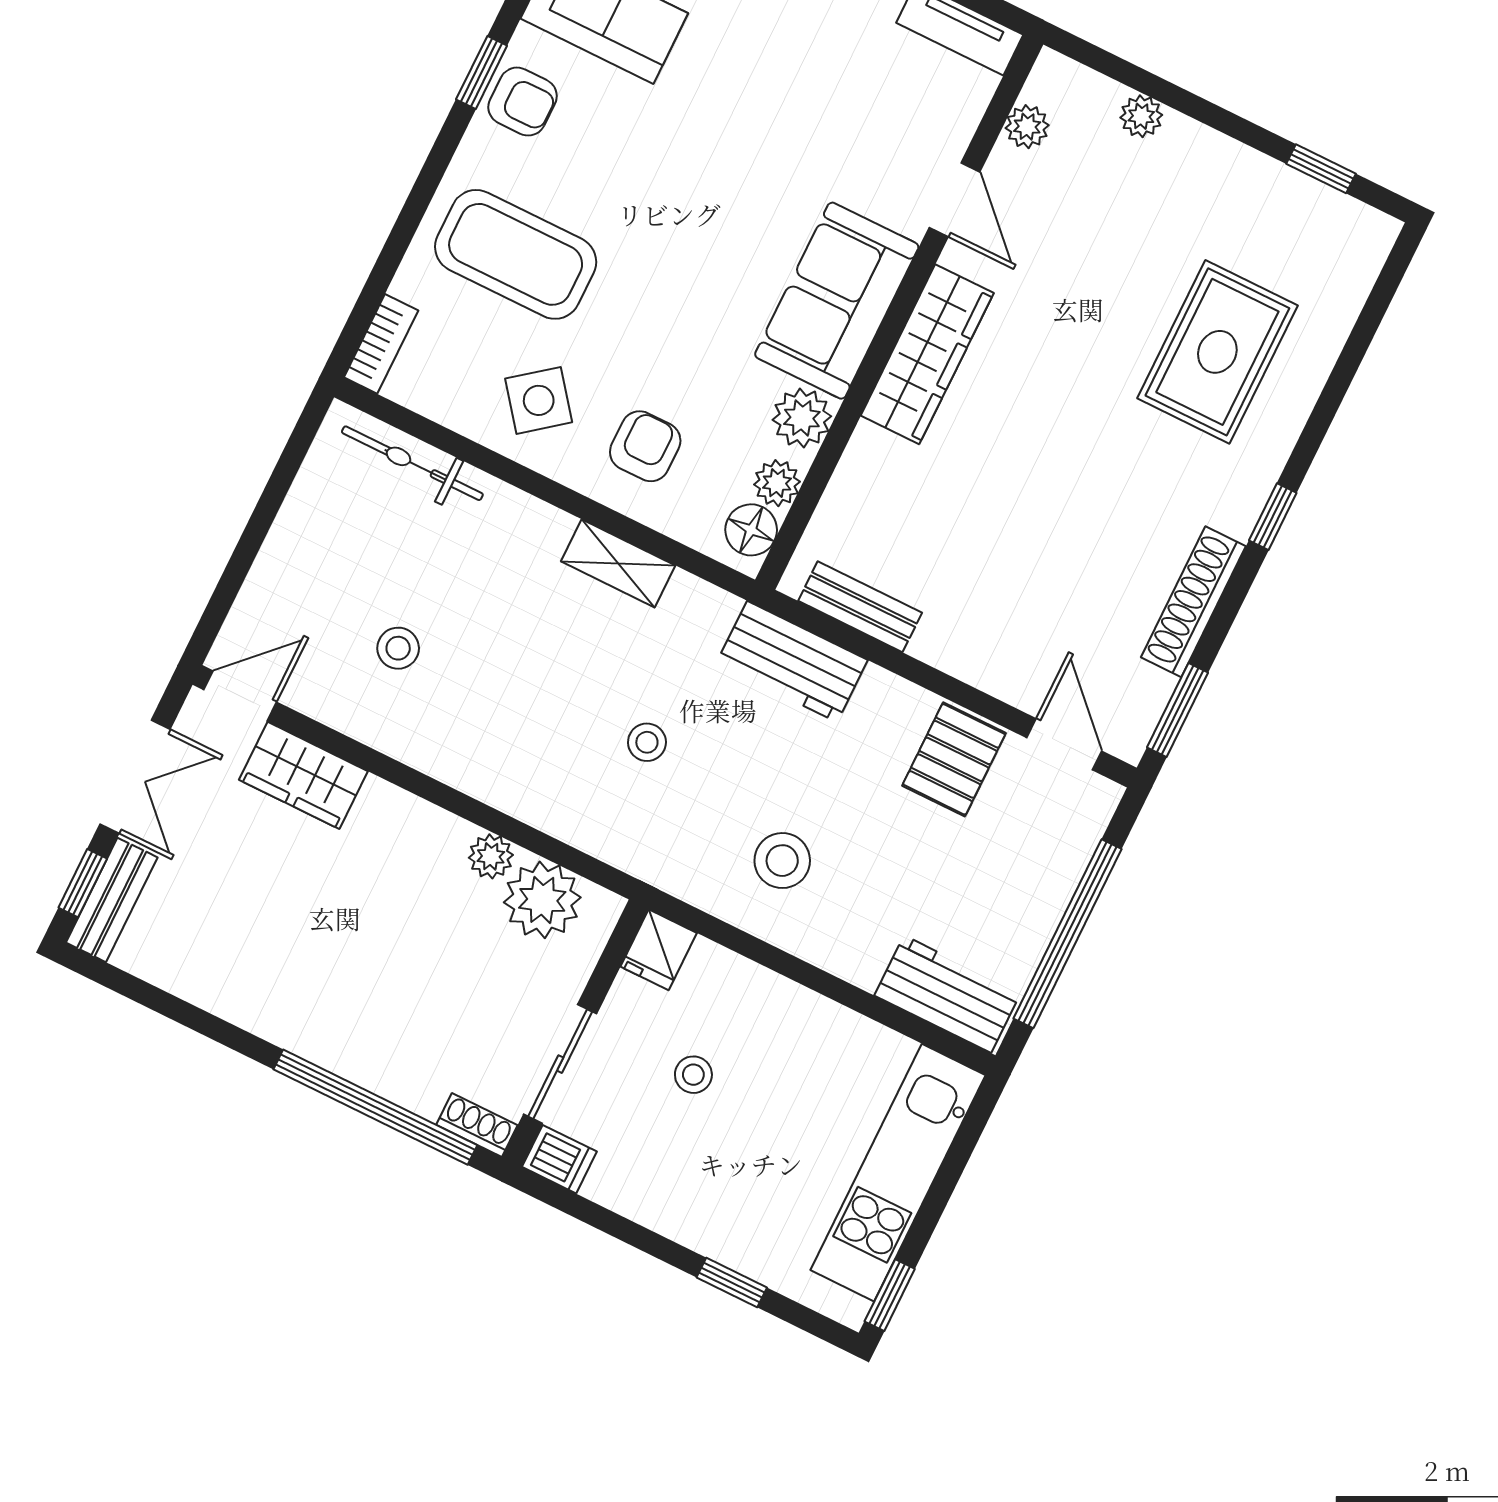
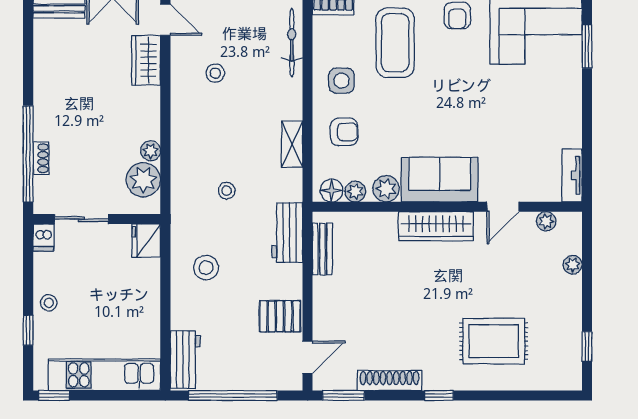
side table: (539, 400) -> (341, 81), turned 38
fridge: (659, 950) -> (146, 240), width x1.38
stool: (693, 1075) -> (49, 303), moved
shoe rack: (477, 1125) -> (41, 158), moved

